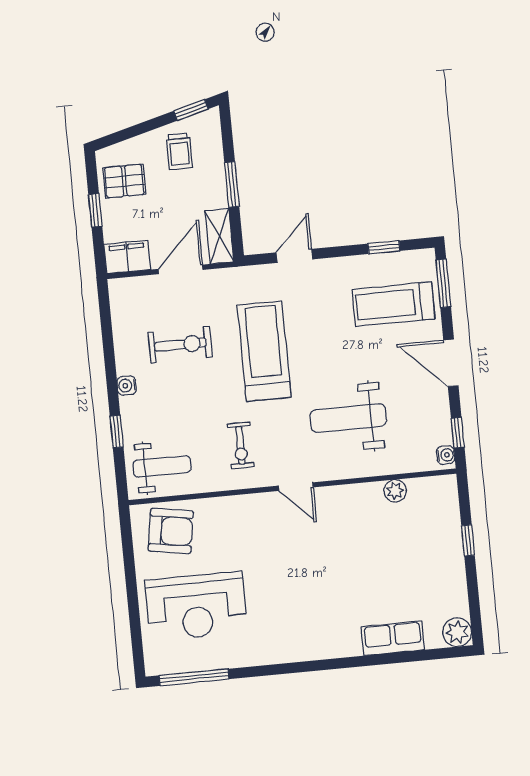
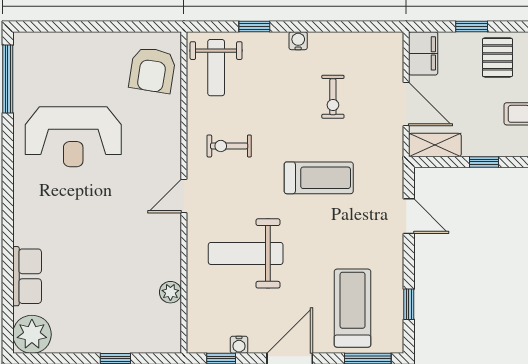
window: (232, 185) -> (484, 162), width x0.67
exercise bike: (180, 345) -> (333, 97), width x0.73, depth x0.72
treadmill: (264, 351) -> (319, 178), width x0.73, depth x0.73
weight bench: (348, 418) -> (246, 253), turned -90
water cooler: (446, 455) -> (239, 345), moved
reception desk: (196, 606) -> (73, 137), moved, turned -90
plant: (457, 632) -> (32, 334), width x1.36, depth x1.36

